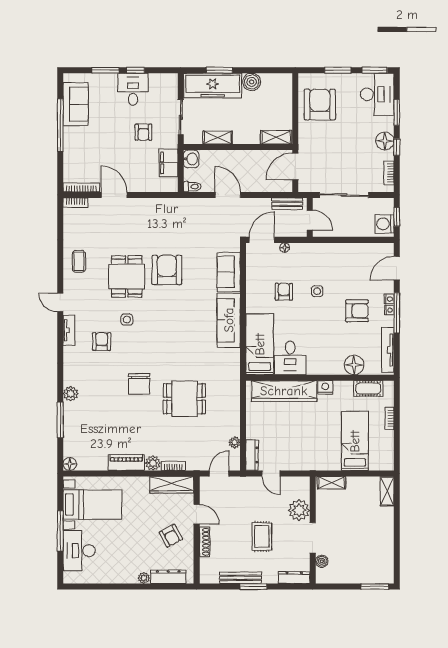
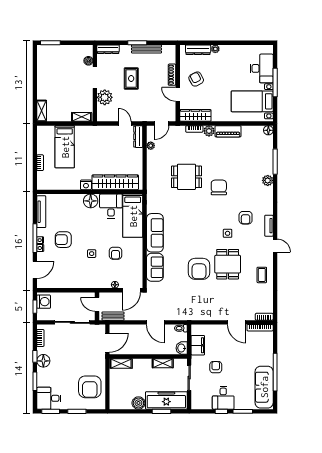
desk: (377, 94) -> (49, 398), width x0.73
sofa: (76, 104) -> (264, 387), width x1.36
floor lamp: (354, 365) -> (91, 201), moved
cot: (368, 388) -> (55, 184), removed

